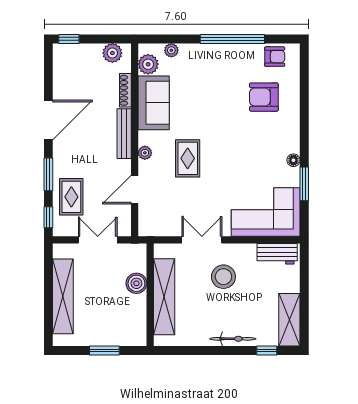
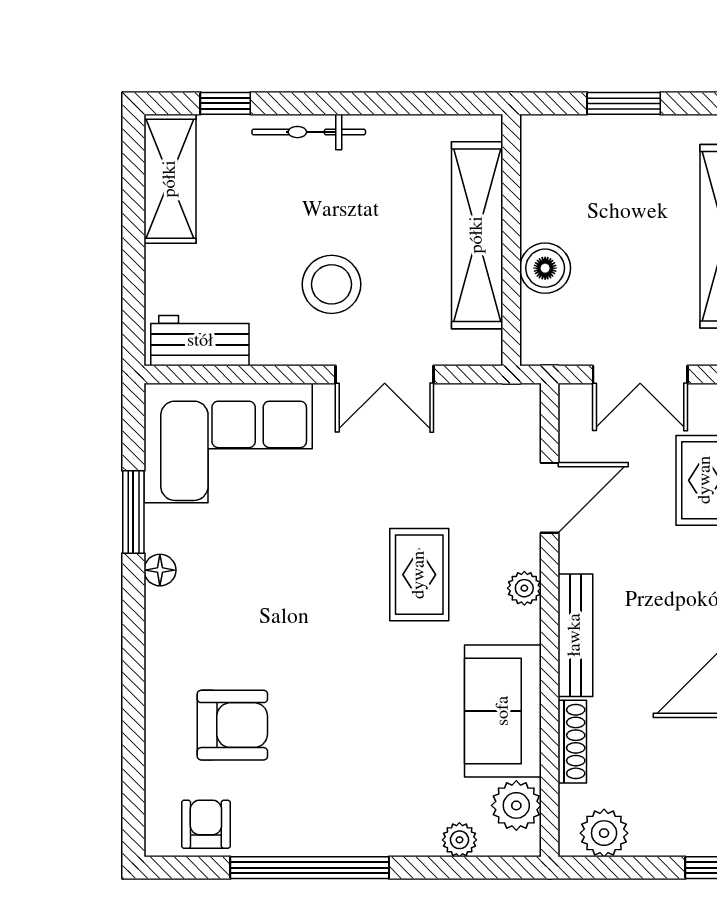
armchair: (275, 57) -> (206, 824), turned 90

